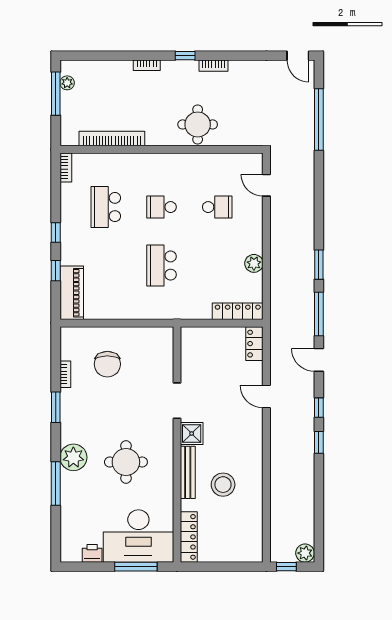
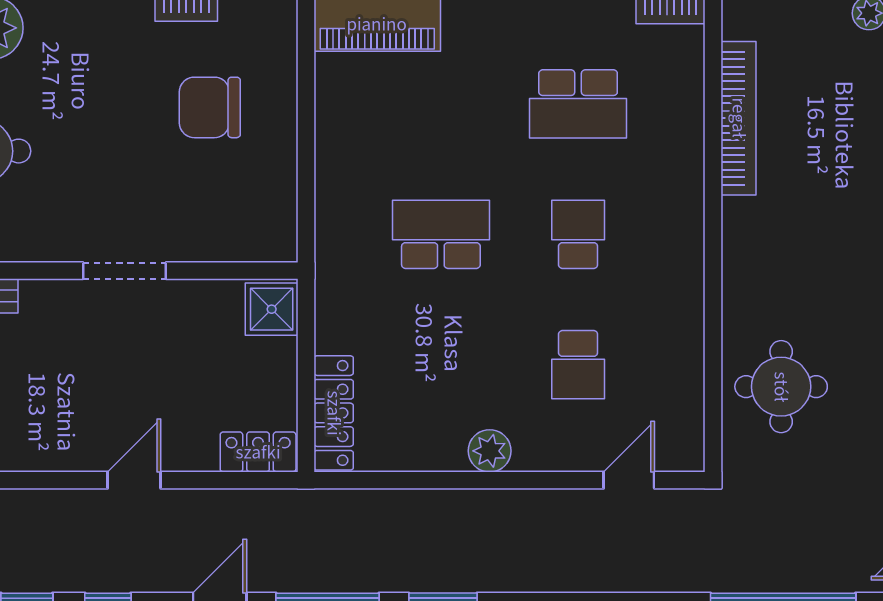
round table: (198, 124) -> (781, 387), moved
school desk: (106, 207) -> (578, 104), turned 180
plant: (254, 263) -> (490, 451), moved
shower: (192, 434) -> (272, 309), moved

